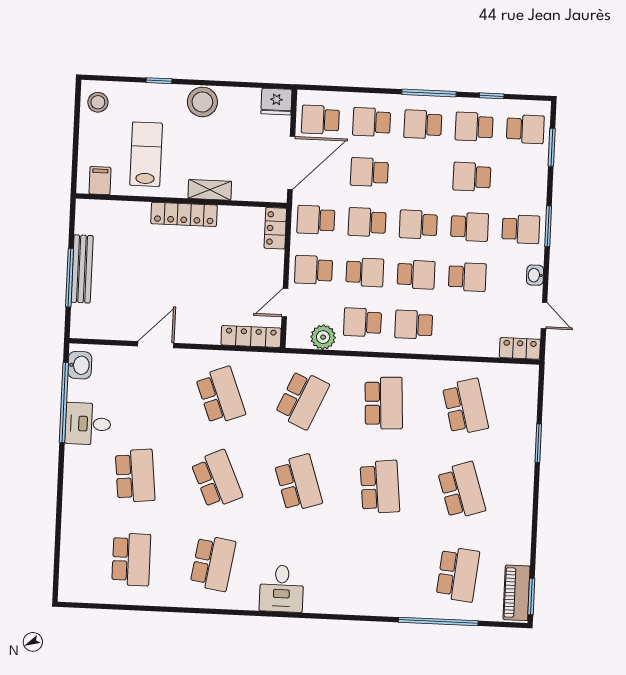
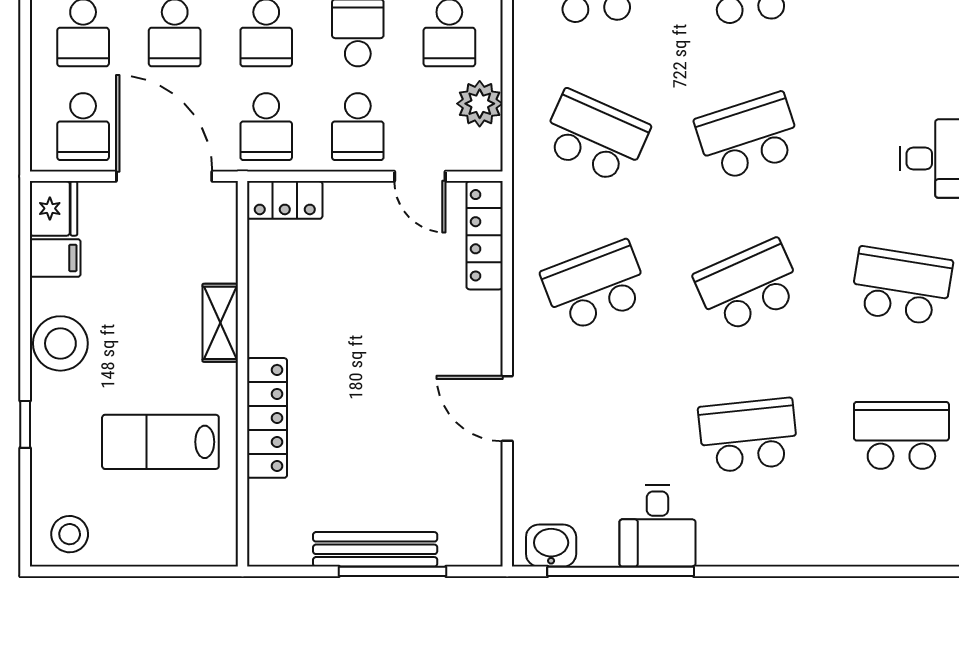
filing cabinet: (100, 181) -> (55, 258), moved, turned 180
locker: (184, 214) -> (267, 418), moved

